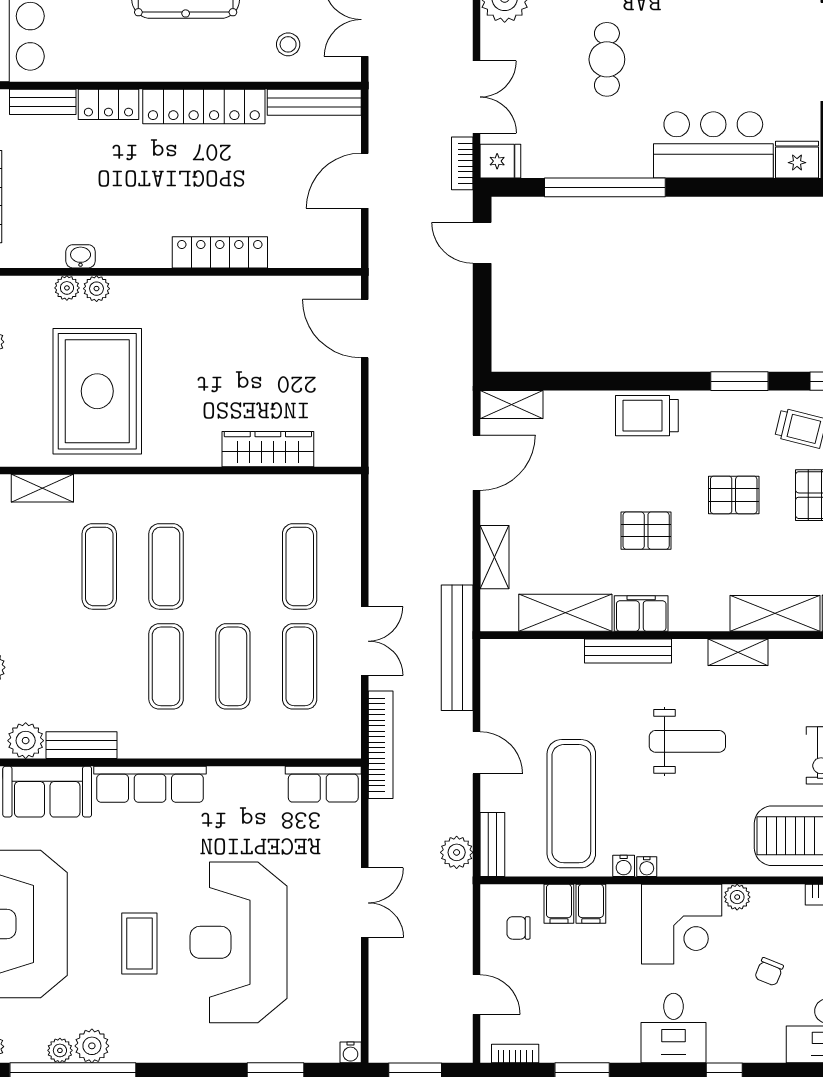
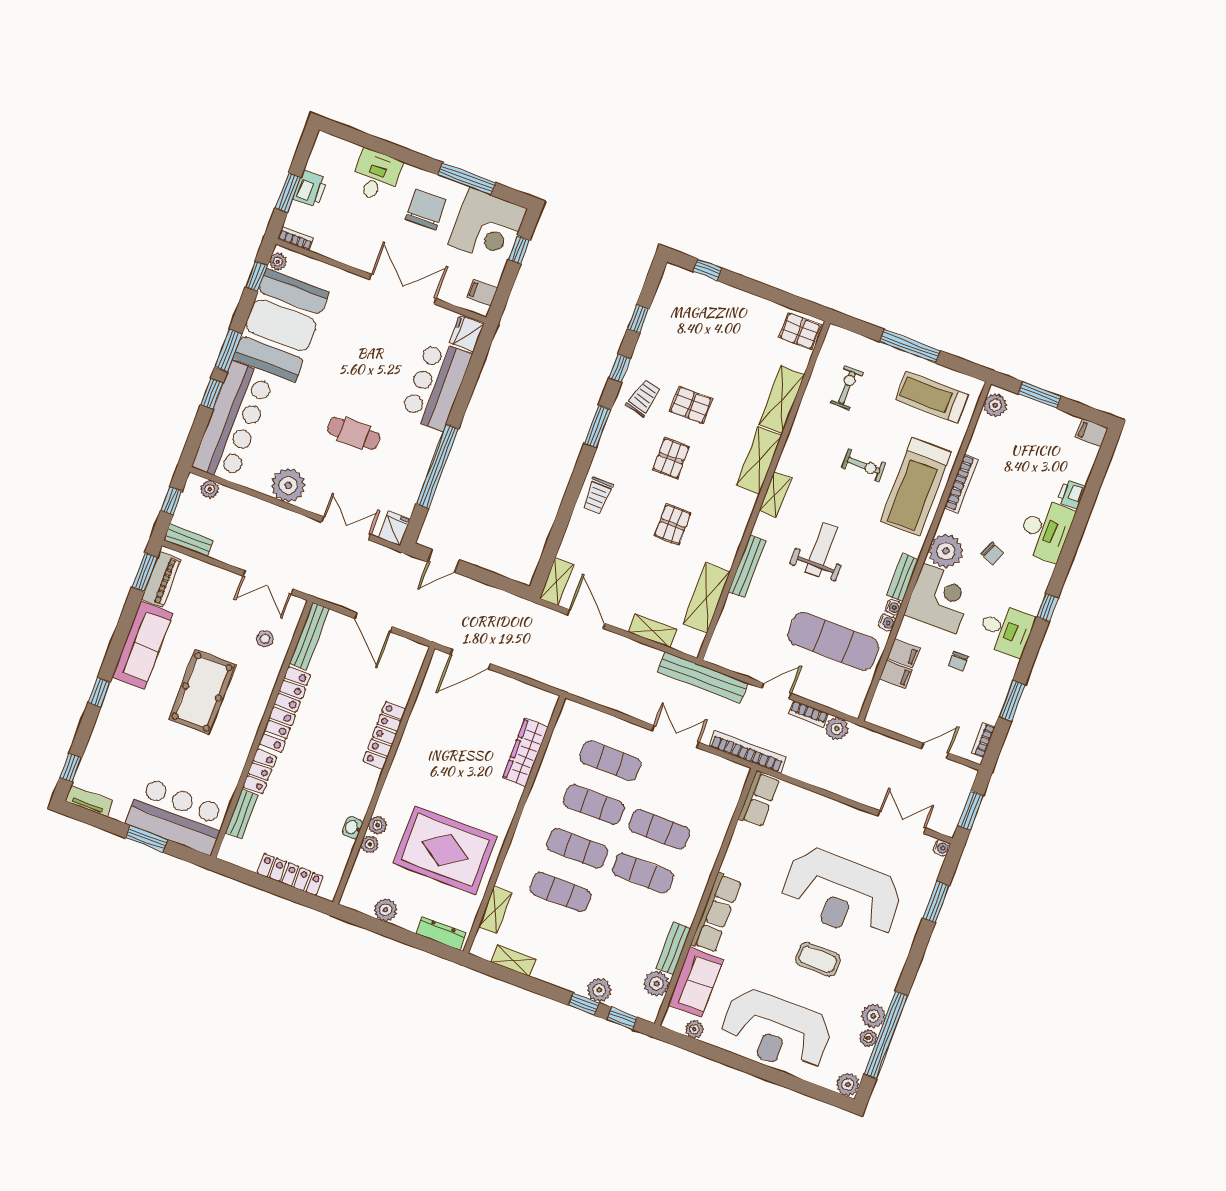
bookcase: (462, 163) -> (808, 714), moved
trolley: (647, 416) -> (597, 495), width x0.73, depth x0.72
filing cabinet: (641, 613) -> (726, 548), removed
exercise mat: (300, 666) -> (594, 805), moved
bench: (492, 845) -> (903, 578), moved, turned 90
plant: (737, 897) -> (946, 551), width x1.88, depth x1.88
double door: (365, 903) -> (902, 822), moved
chair: (519, 928) -> (958, 661), moved

